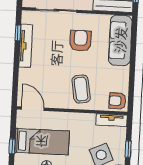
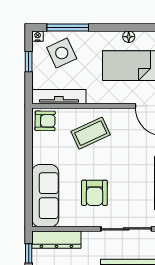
coffee table: (81, 89) -> (91, 133), turned 75
tv unit: (112, 120) -> (59, 97), width x1.41

